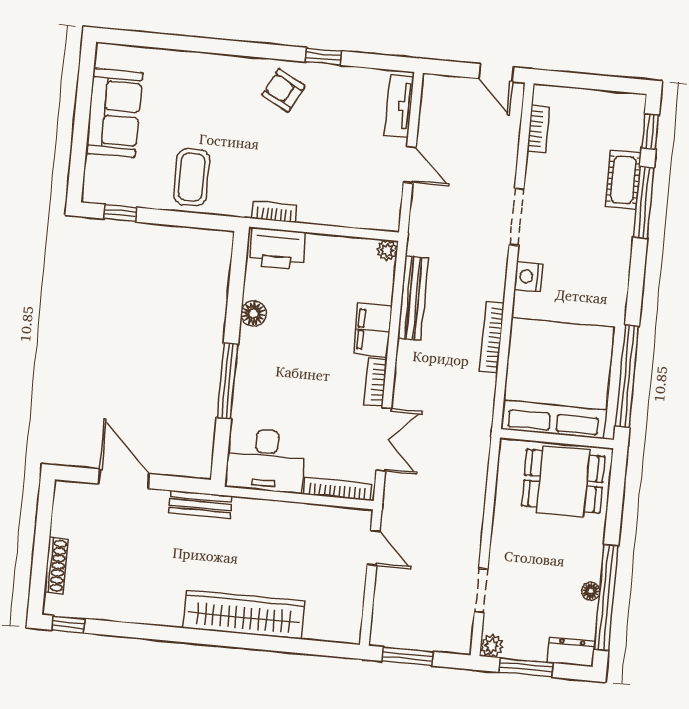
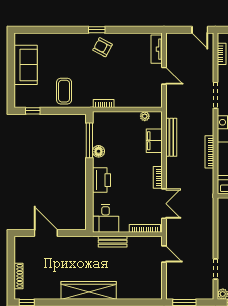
window: (324, 56) -> (97, 30), moved
printer: (277, 249) -> (102, 180), moved, turned -90
plant: (387, 250) -> (145, 116), moved
filing cabinet: (373, 330) -> (154, 141), moved
window: (227, 381) -> (89, 140), moved
desk: (266, 460) -> (106, 218), width x0.73
bench: (200, 505) -> (113, 242), moved
wardrobe: (244, 615) -> (89, 290), moved

